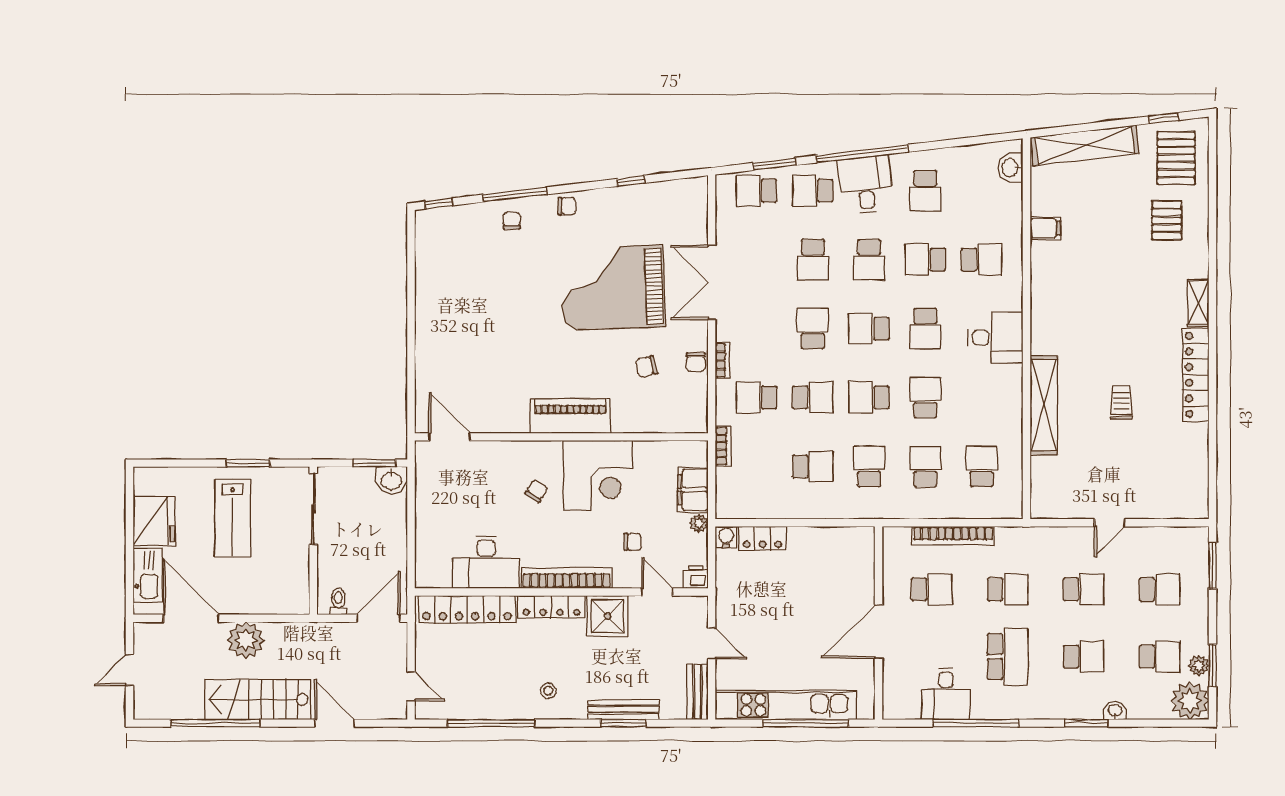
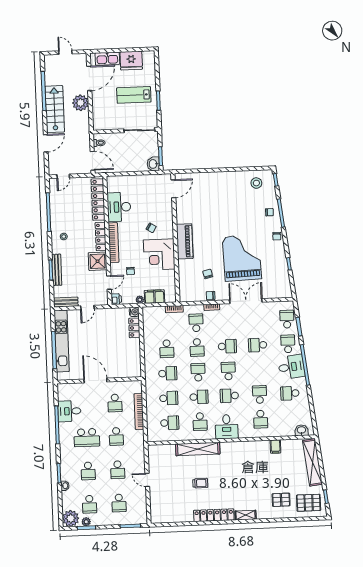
stool: (444, 248) -> (256, 183), added
school desk: (869, 260) -> (200, 422), moved, turned -90

